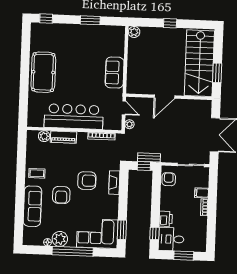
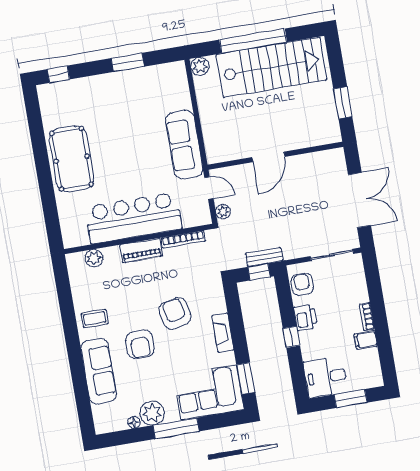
window: (170, 23) -> (253, 41), width x3.17
stairs: (199, 63) -> (271, 67), moved, turned -90
sofa: (115, 73) -> (184, 145), width x1.36
piano: (63, 137) -> (141, 250), moved
armchair: (87, 181) -> (175, 313), turned -102
fireplace: (114, 183) -> (223, 333), moved
filing cabinet: (202, 193) -> (366, 340), moved
printer: (166, 219) -> (305, 317), moved
window: (154, 233) -> (291, 337), moved
window: (73, 251) -> (176, 428), width x0.68

